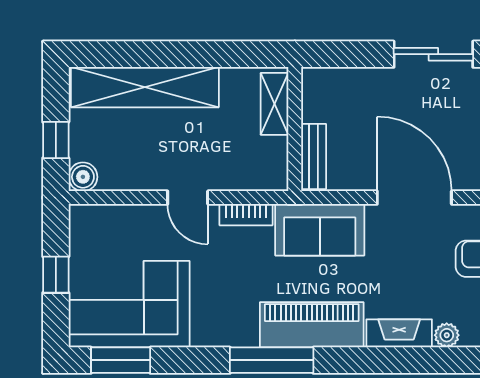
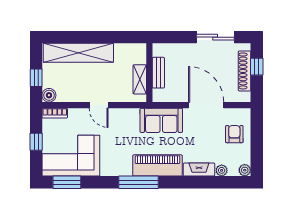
shelving: (274, 104) -> (140, 79), moved
bench: (314, 156) -> (158, 73), moved
bookcase: (246, 215) -> (55, 113), moved

